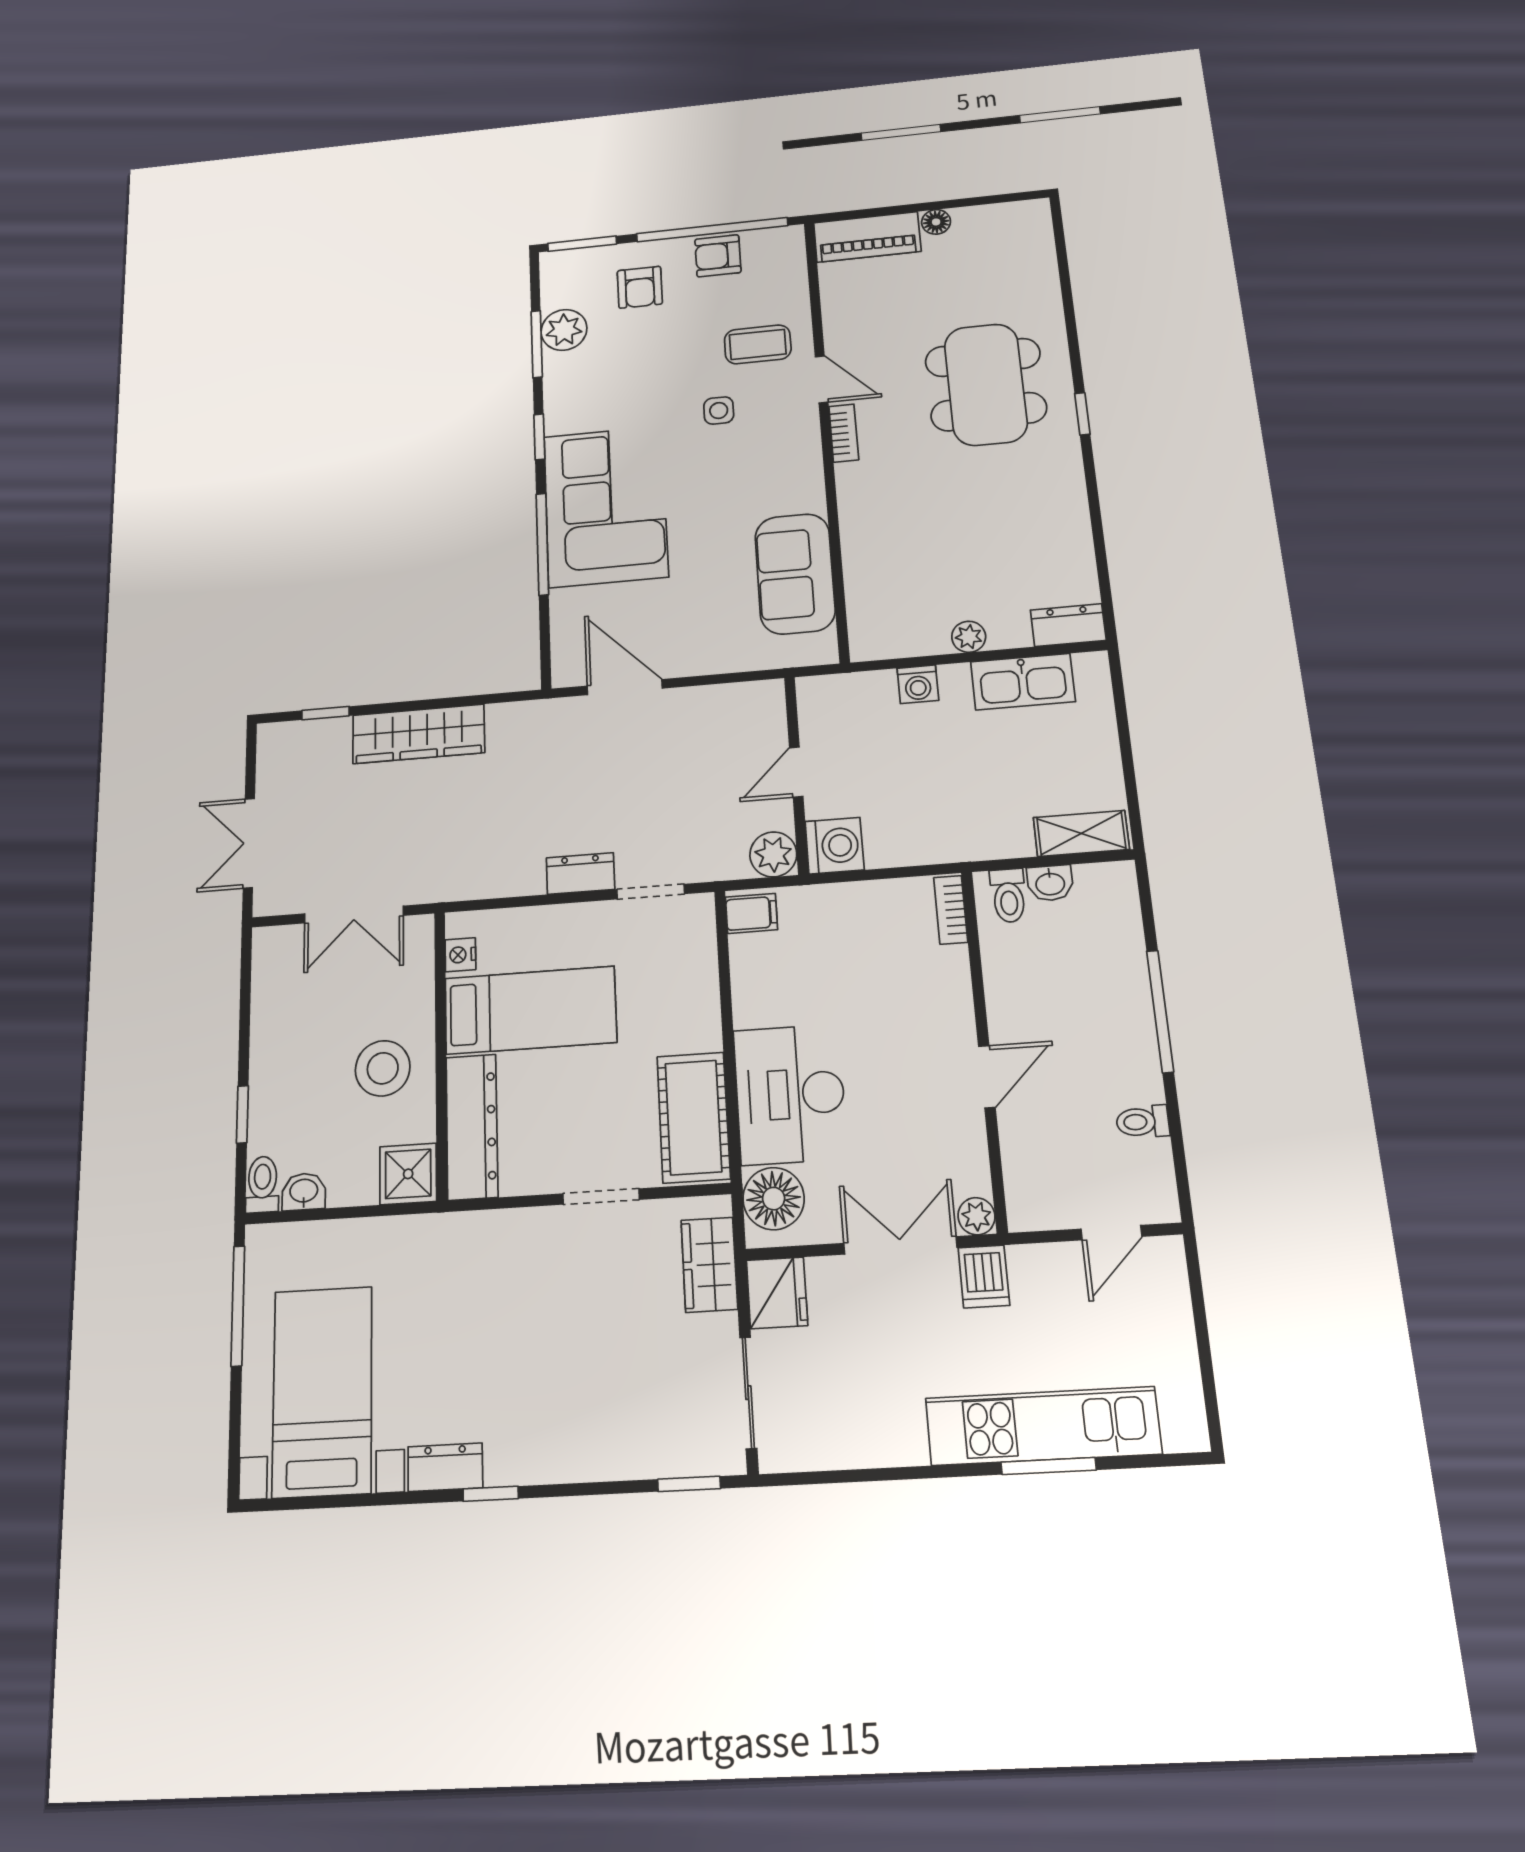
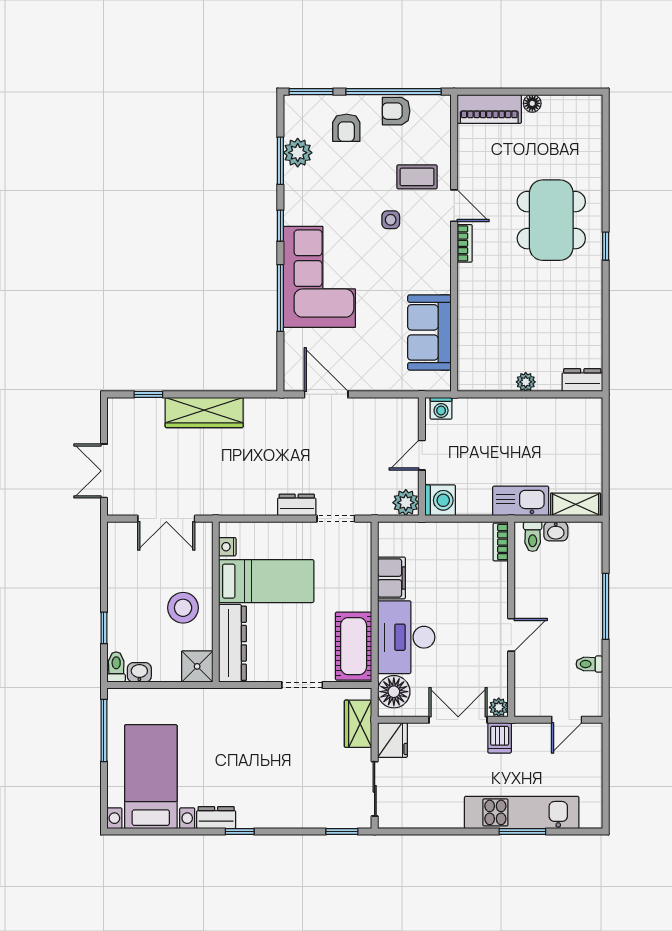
kitchen sink: (1023, 682) -> (521, 501), moved, turned 180
washing machine: (918, 684) -> (441, 408), moved
filing cabinet: (751, 913) -> (392, 578), moved, width x2.00

